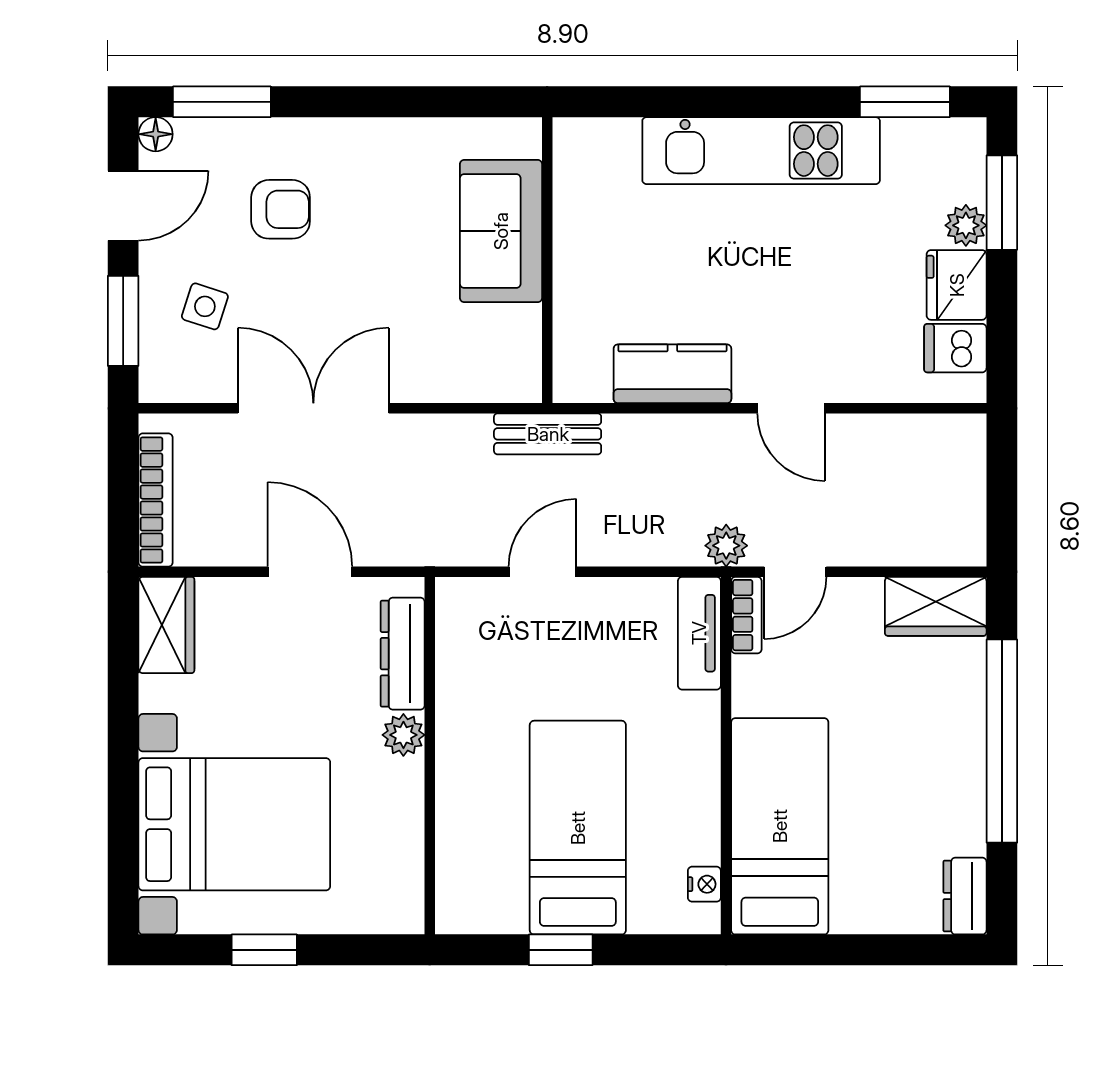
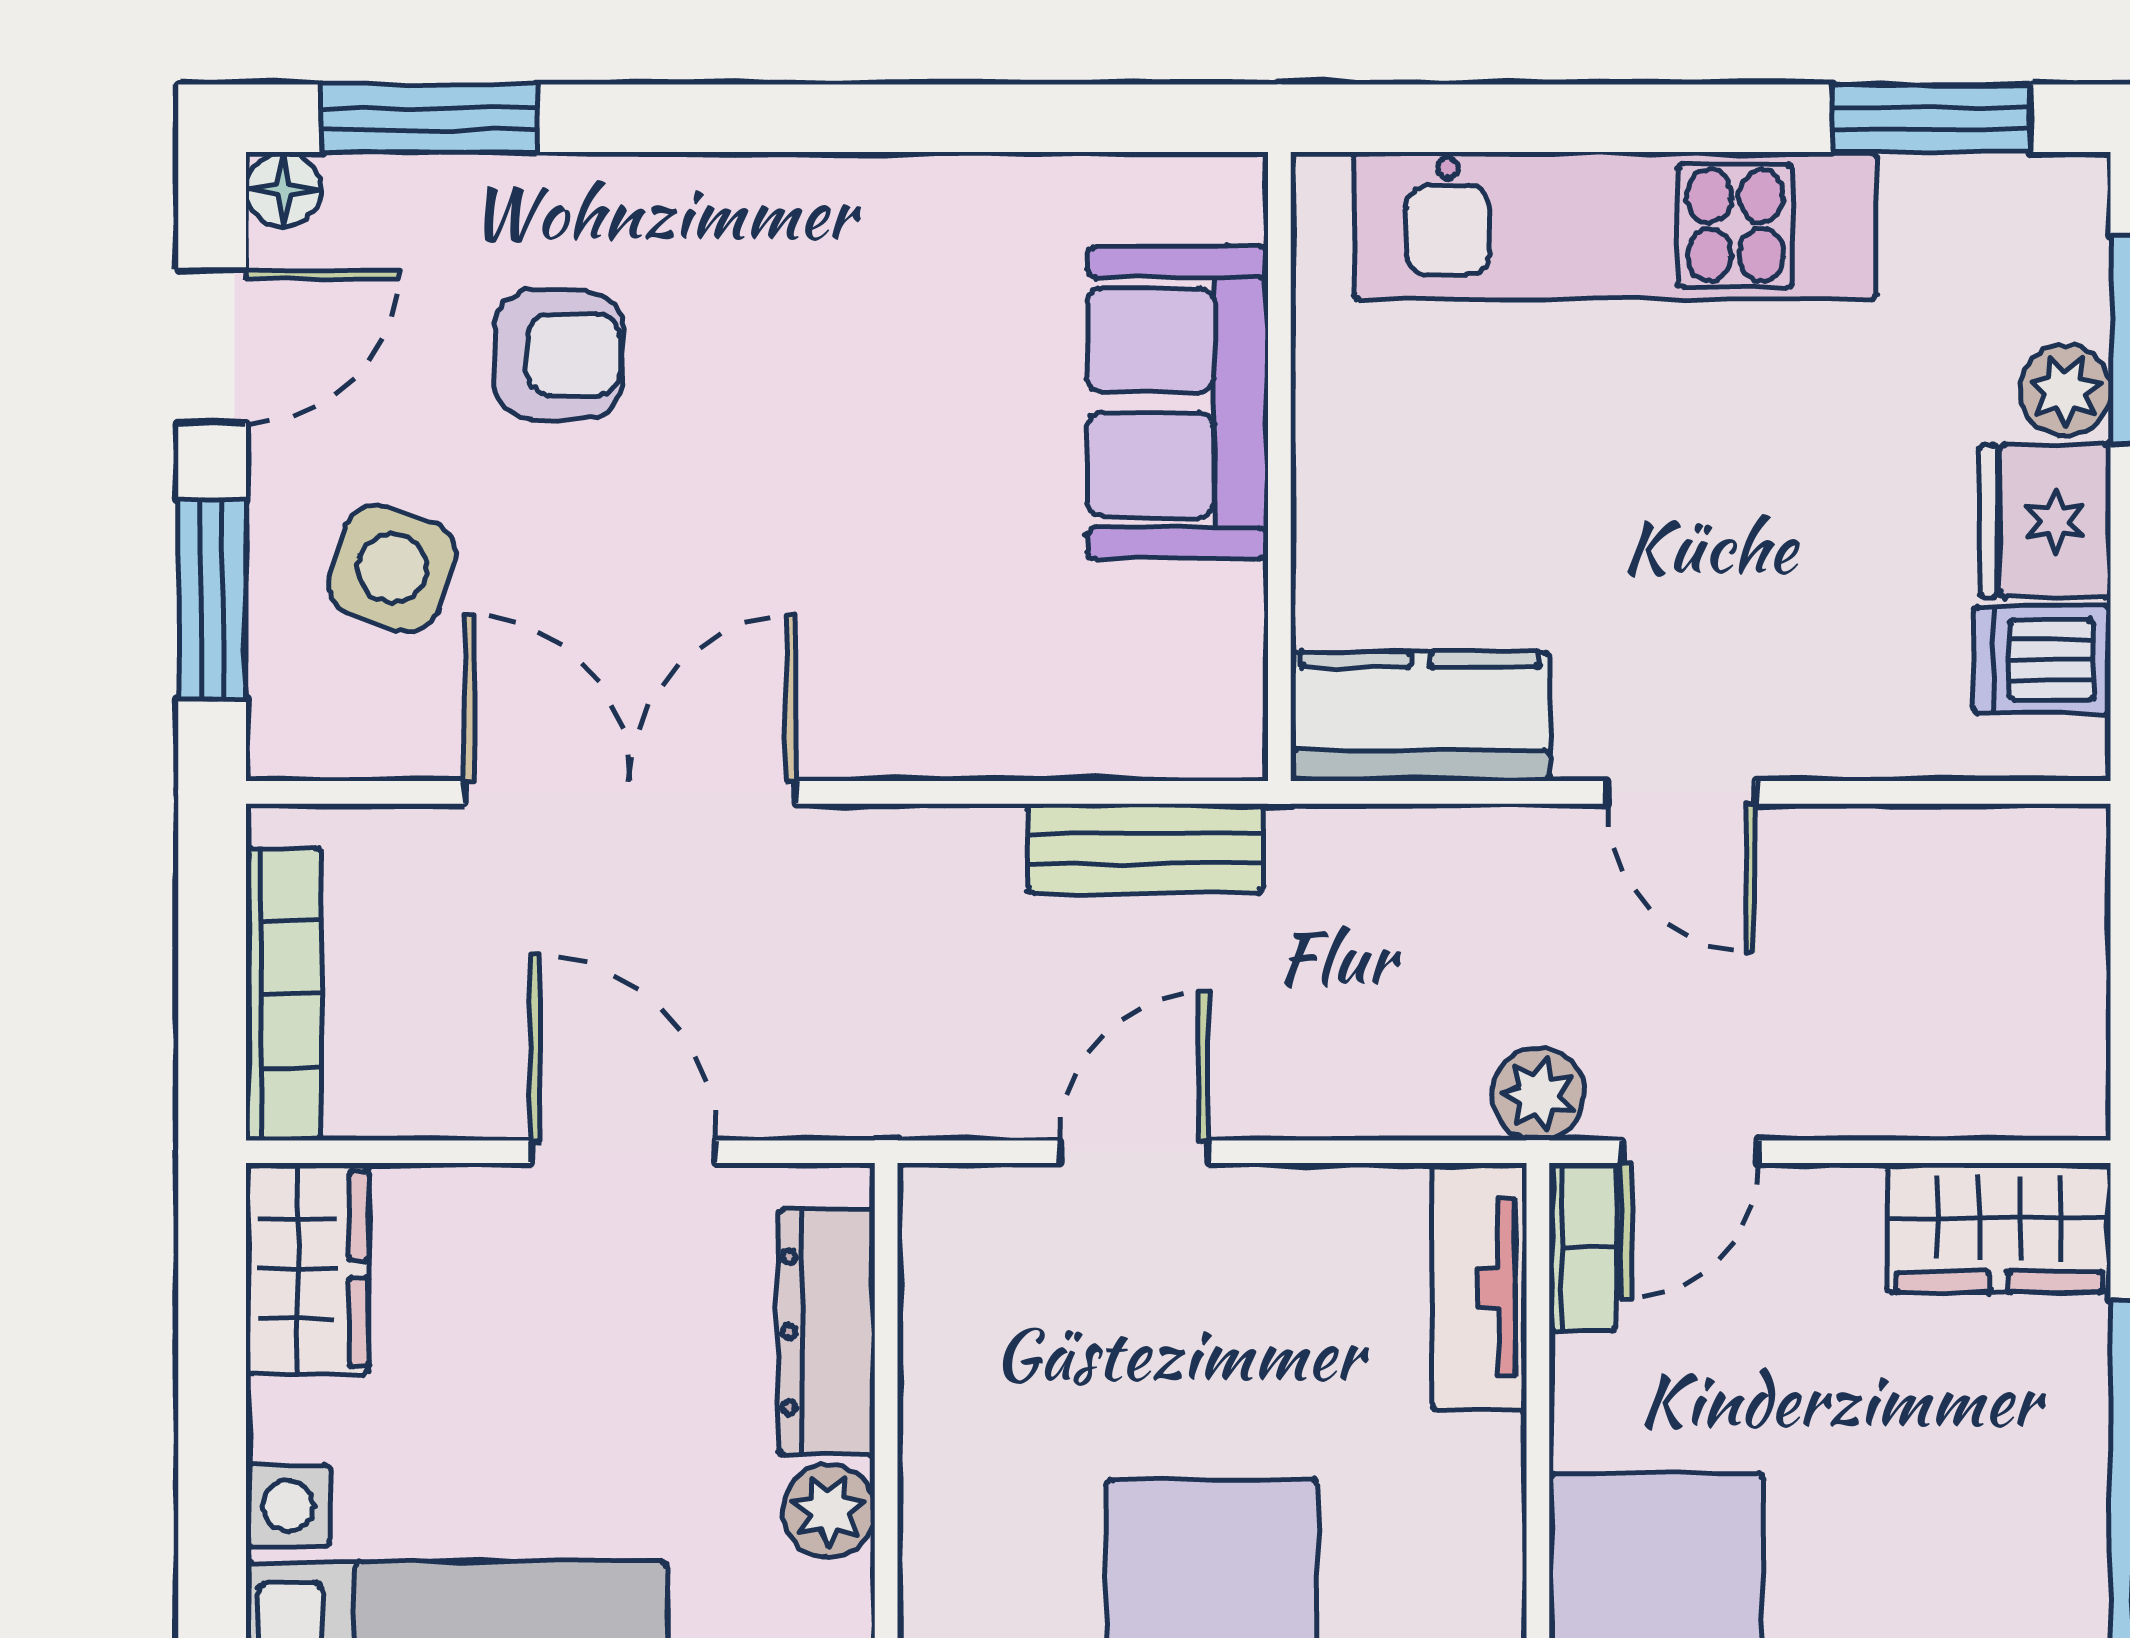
sofa: (501, 231) -> (1178, 402), moved
wall: (547, 260) -> (1279, 466), moved
side table: (205, 306) -> (392, 568), width x1.37, depth x1.37

